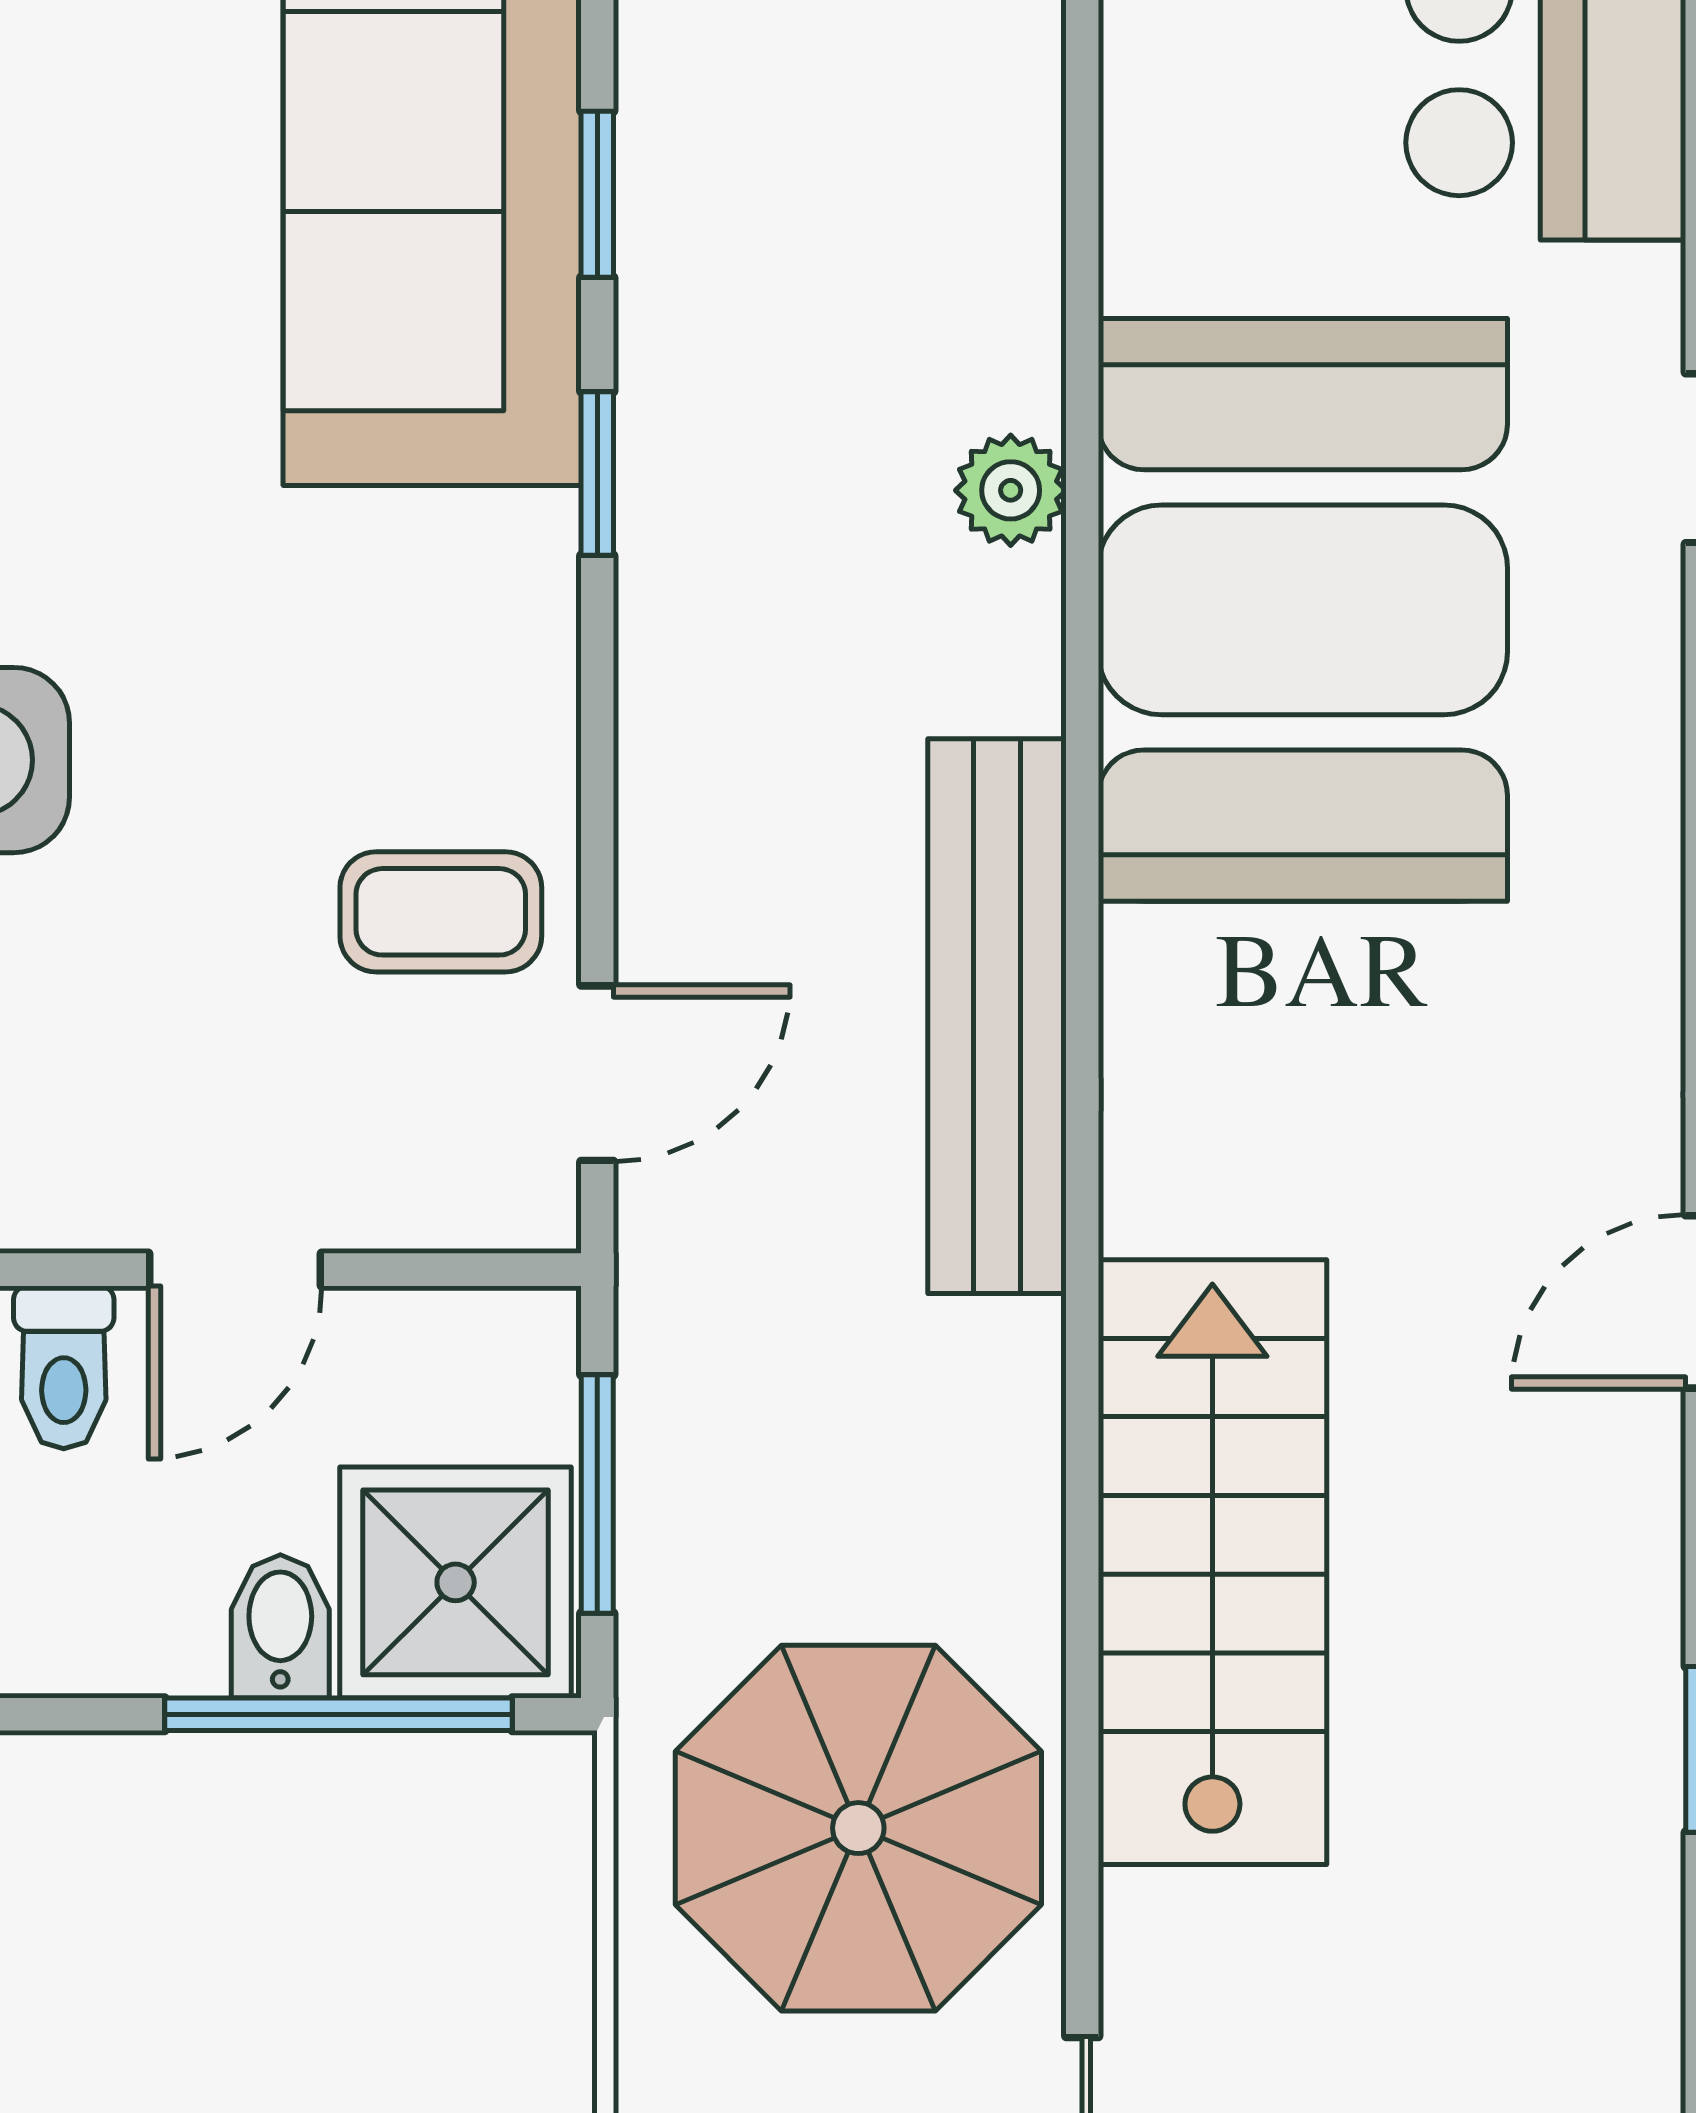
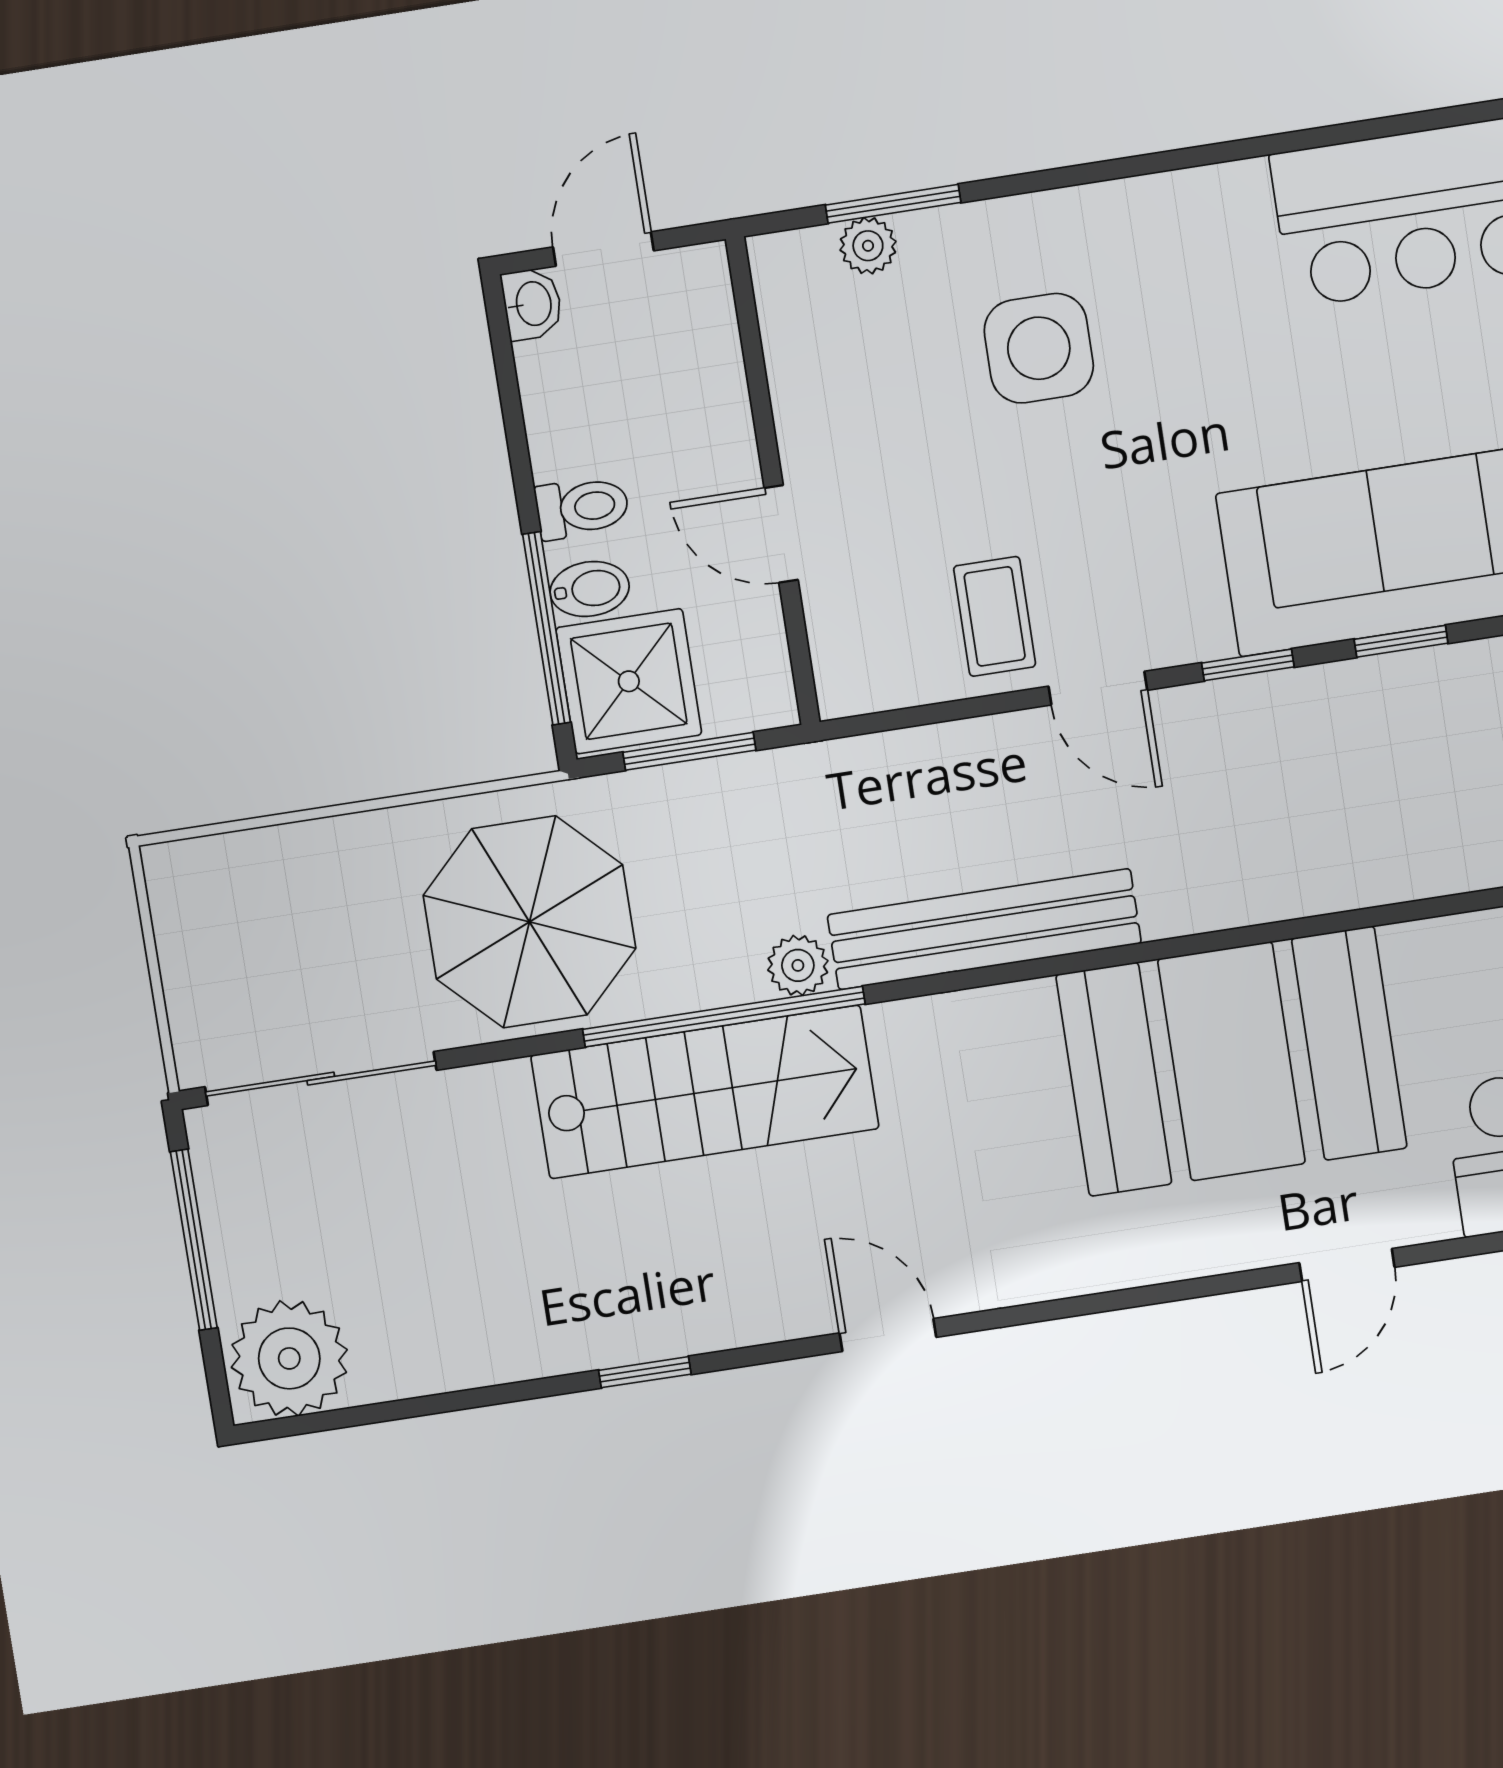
plant: (1011, 490) -> (798, 965), moved
door: (597, 1073) -> (1098, 688), moved
toilet: (64, 1367) -> (582, 508), moved, turned 180
window: (1082, 1507) -> (724, 1017), added

